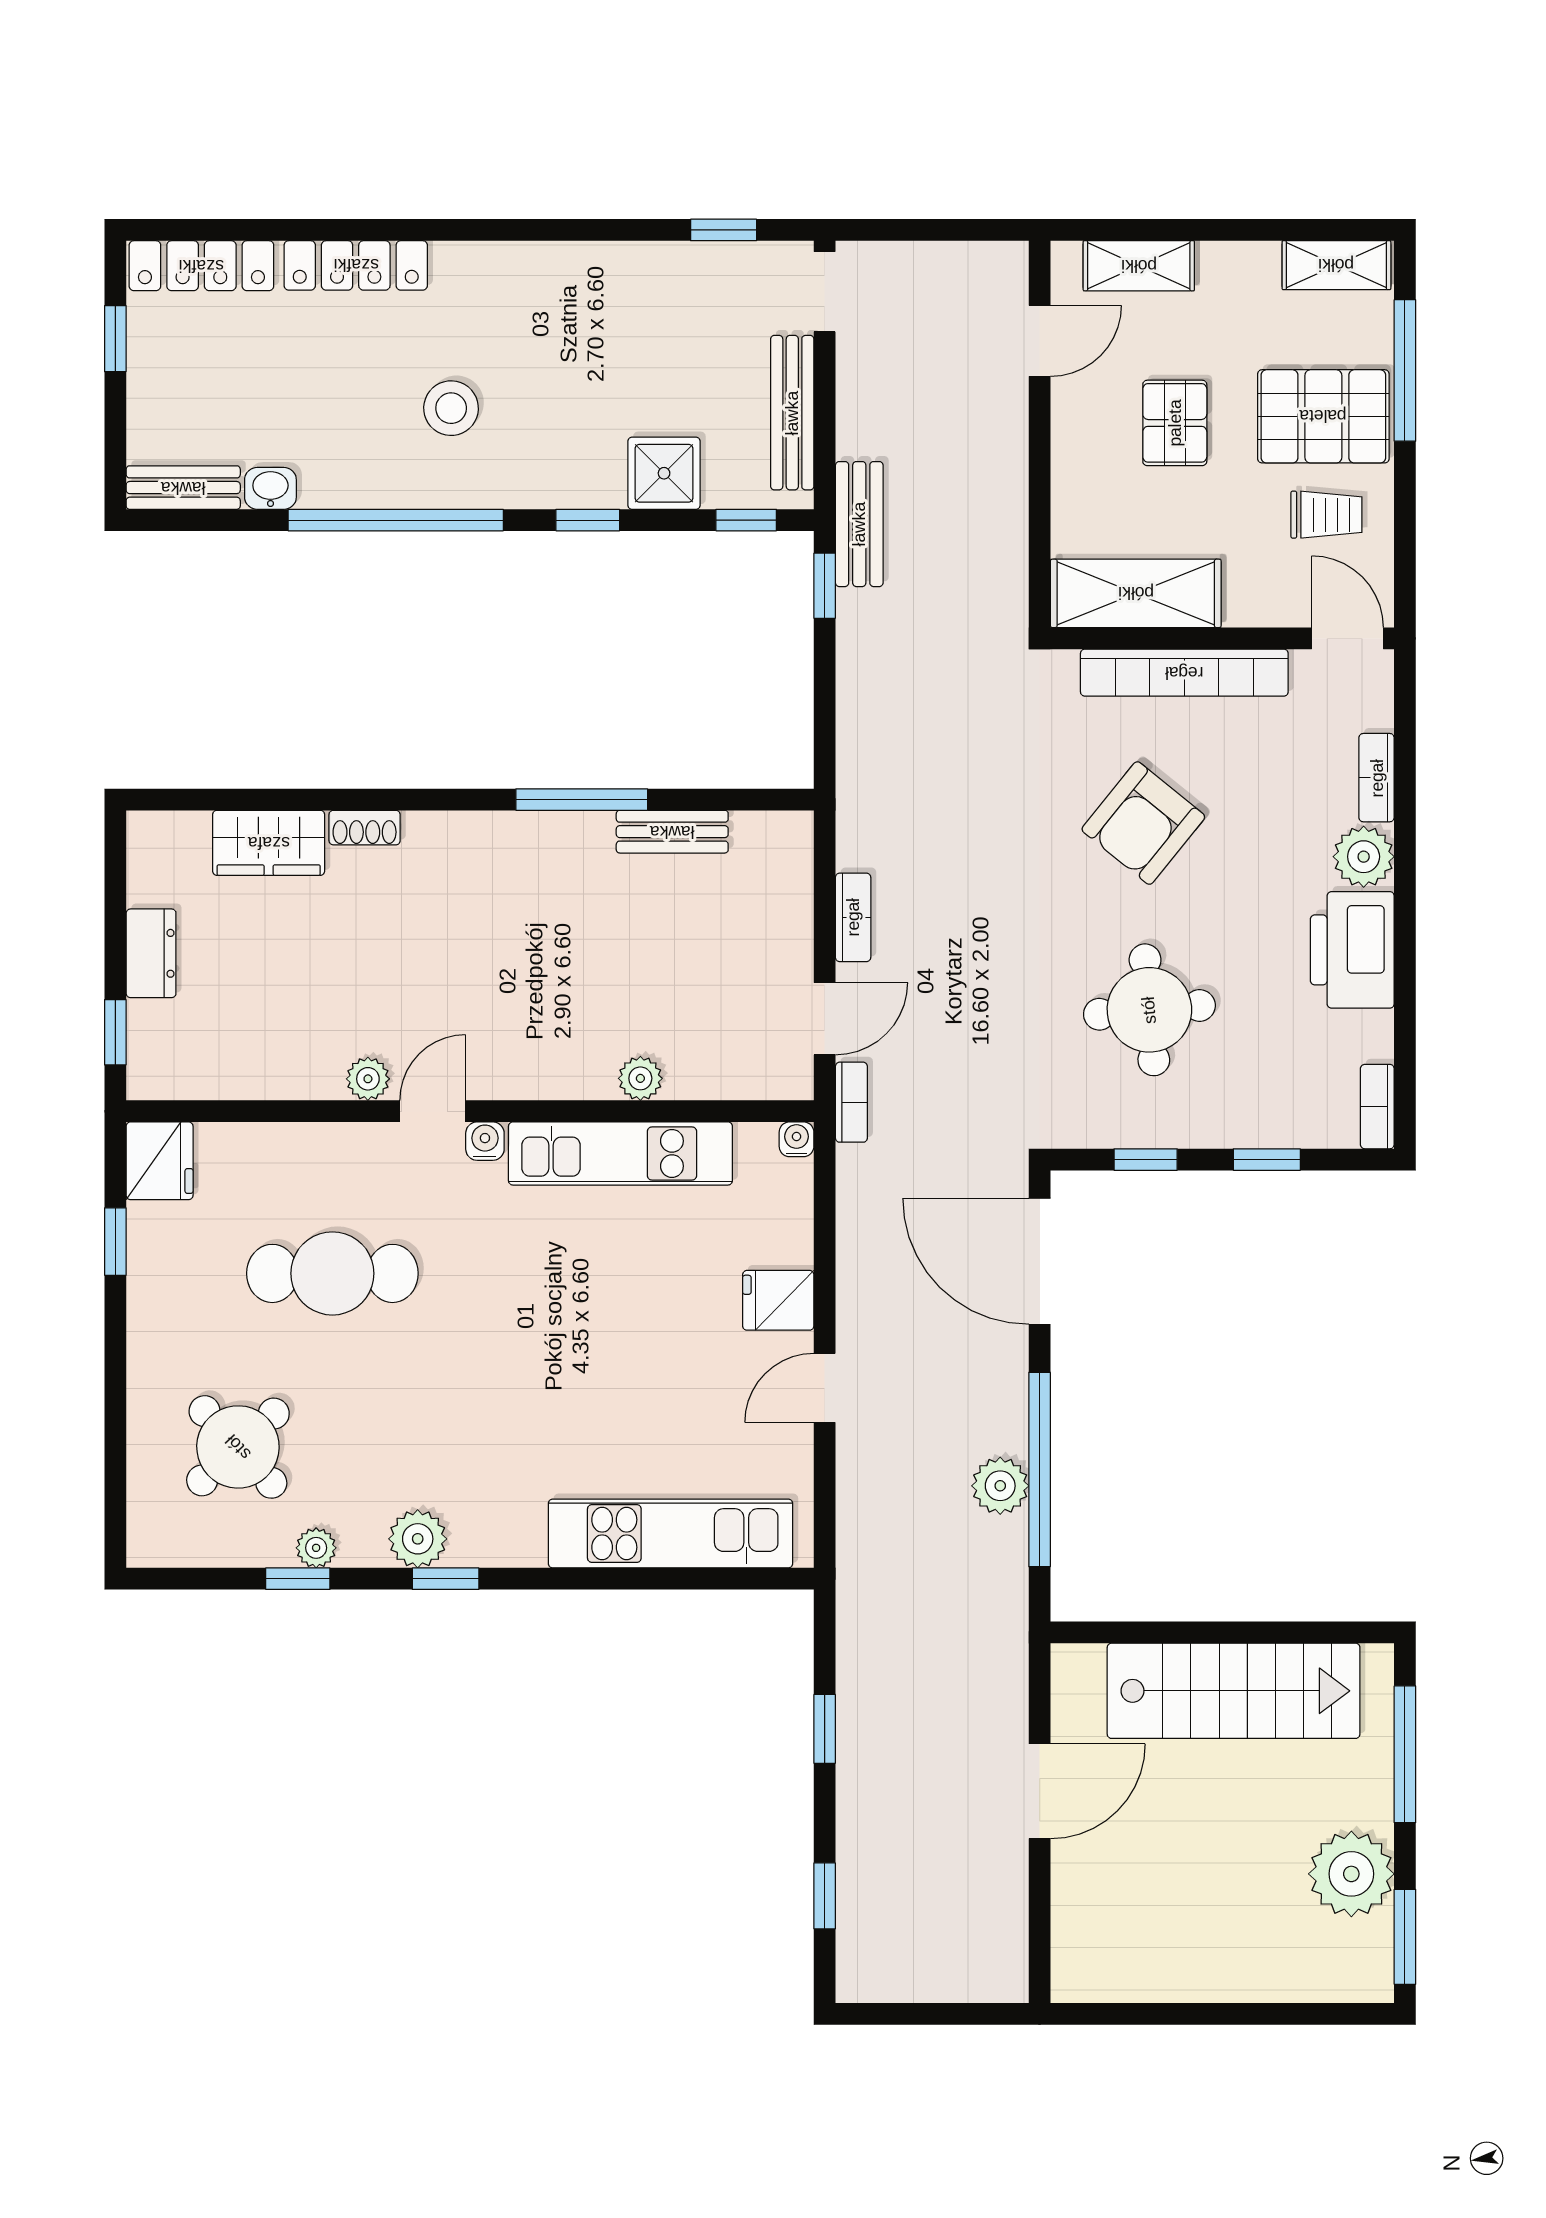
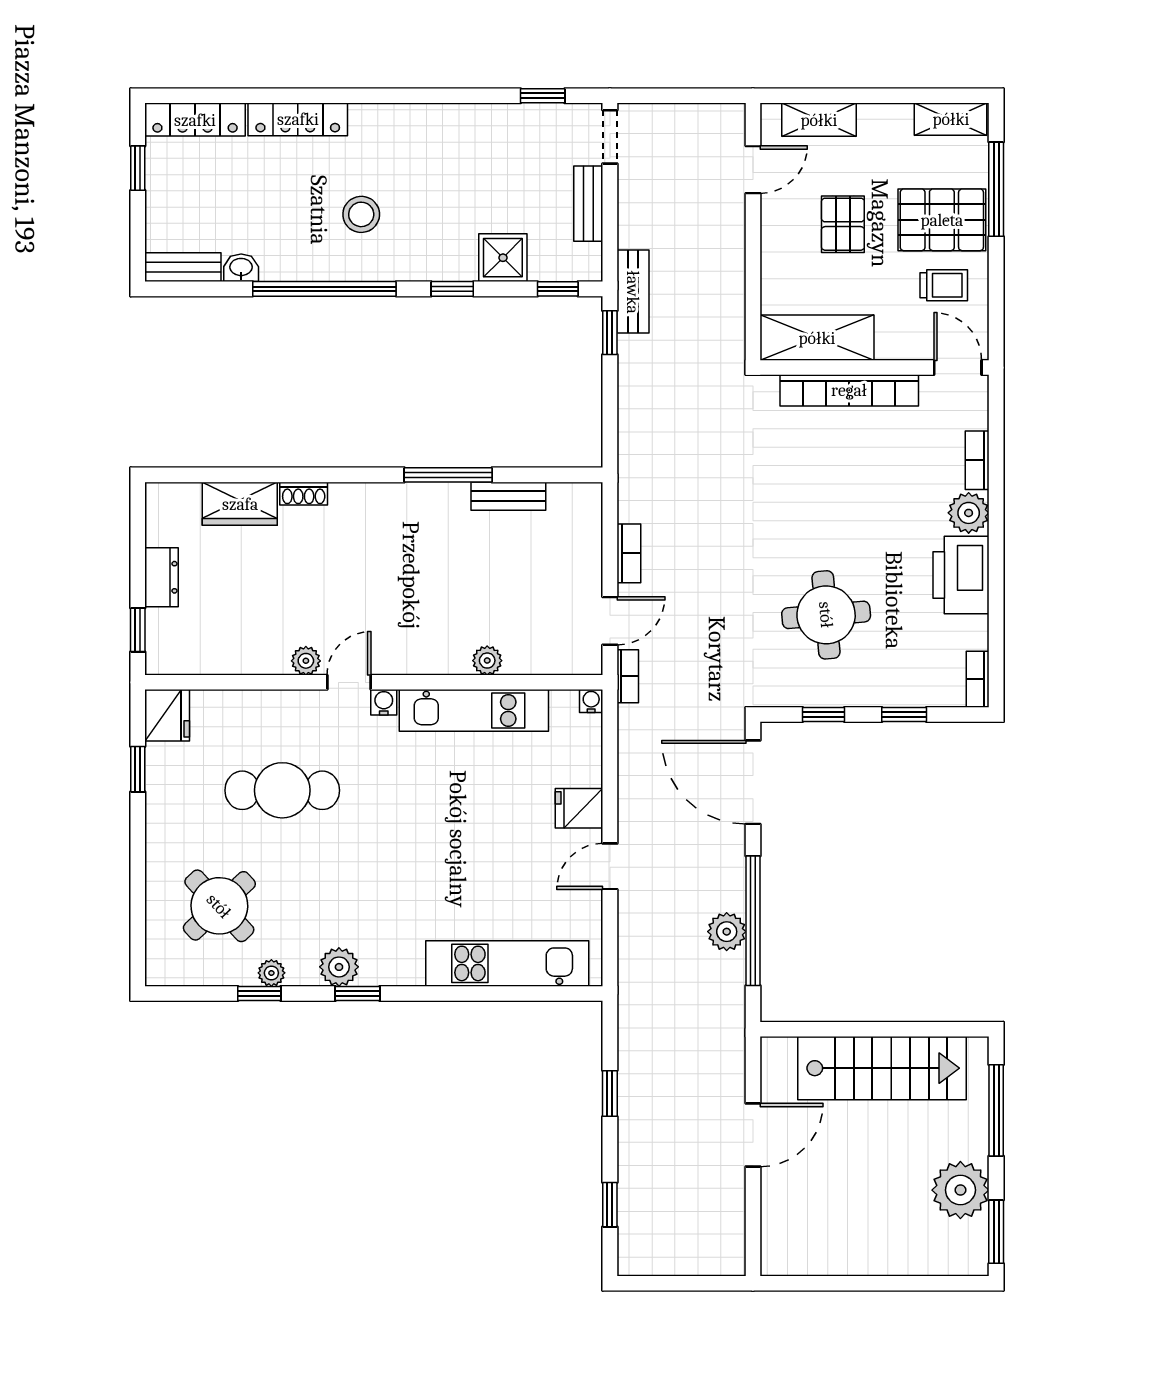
bench: (792, 413) -> (588, 204), width x0.73
armchair: (1143, 823) -> (822, 491), removed

